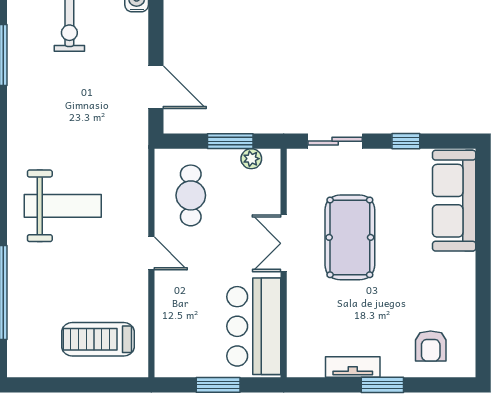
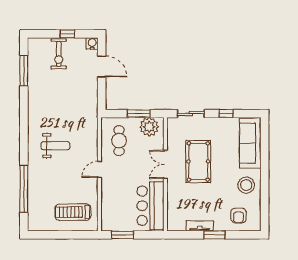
door: (156, 87) -> (102, 67), moved
plant: (251, 159) -> (149, 127), width x1.87, depth x1.87
weight bench: (63, 206) -> (55, 146), width x0.73, depth x0.75
door: (151, 253) -> (99, 169), swing flipped
stool: (446, 285) -> (246, 185), added
window: (218, 385) -> (123, 235), moved

